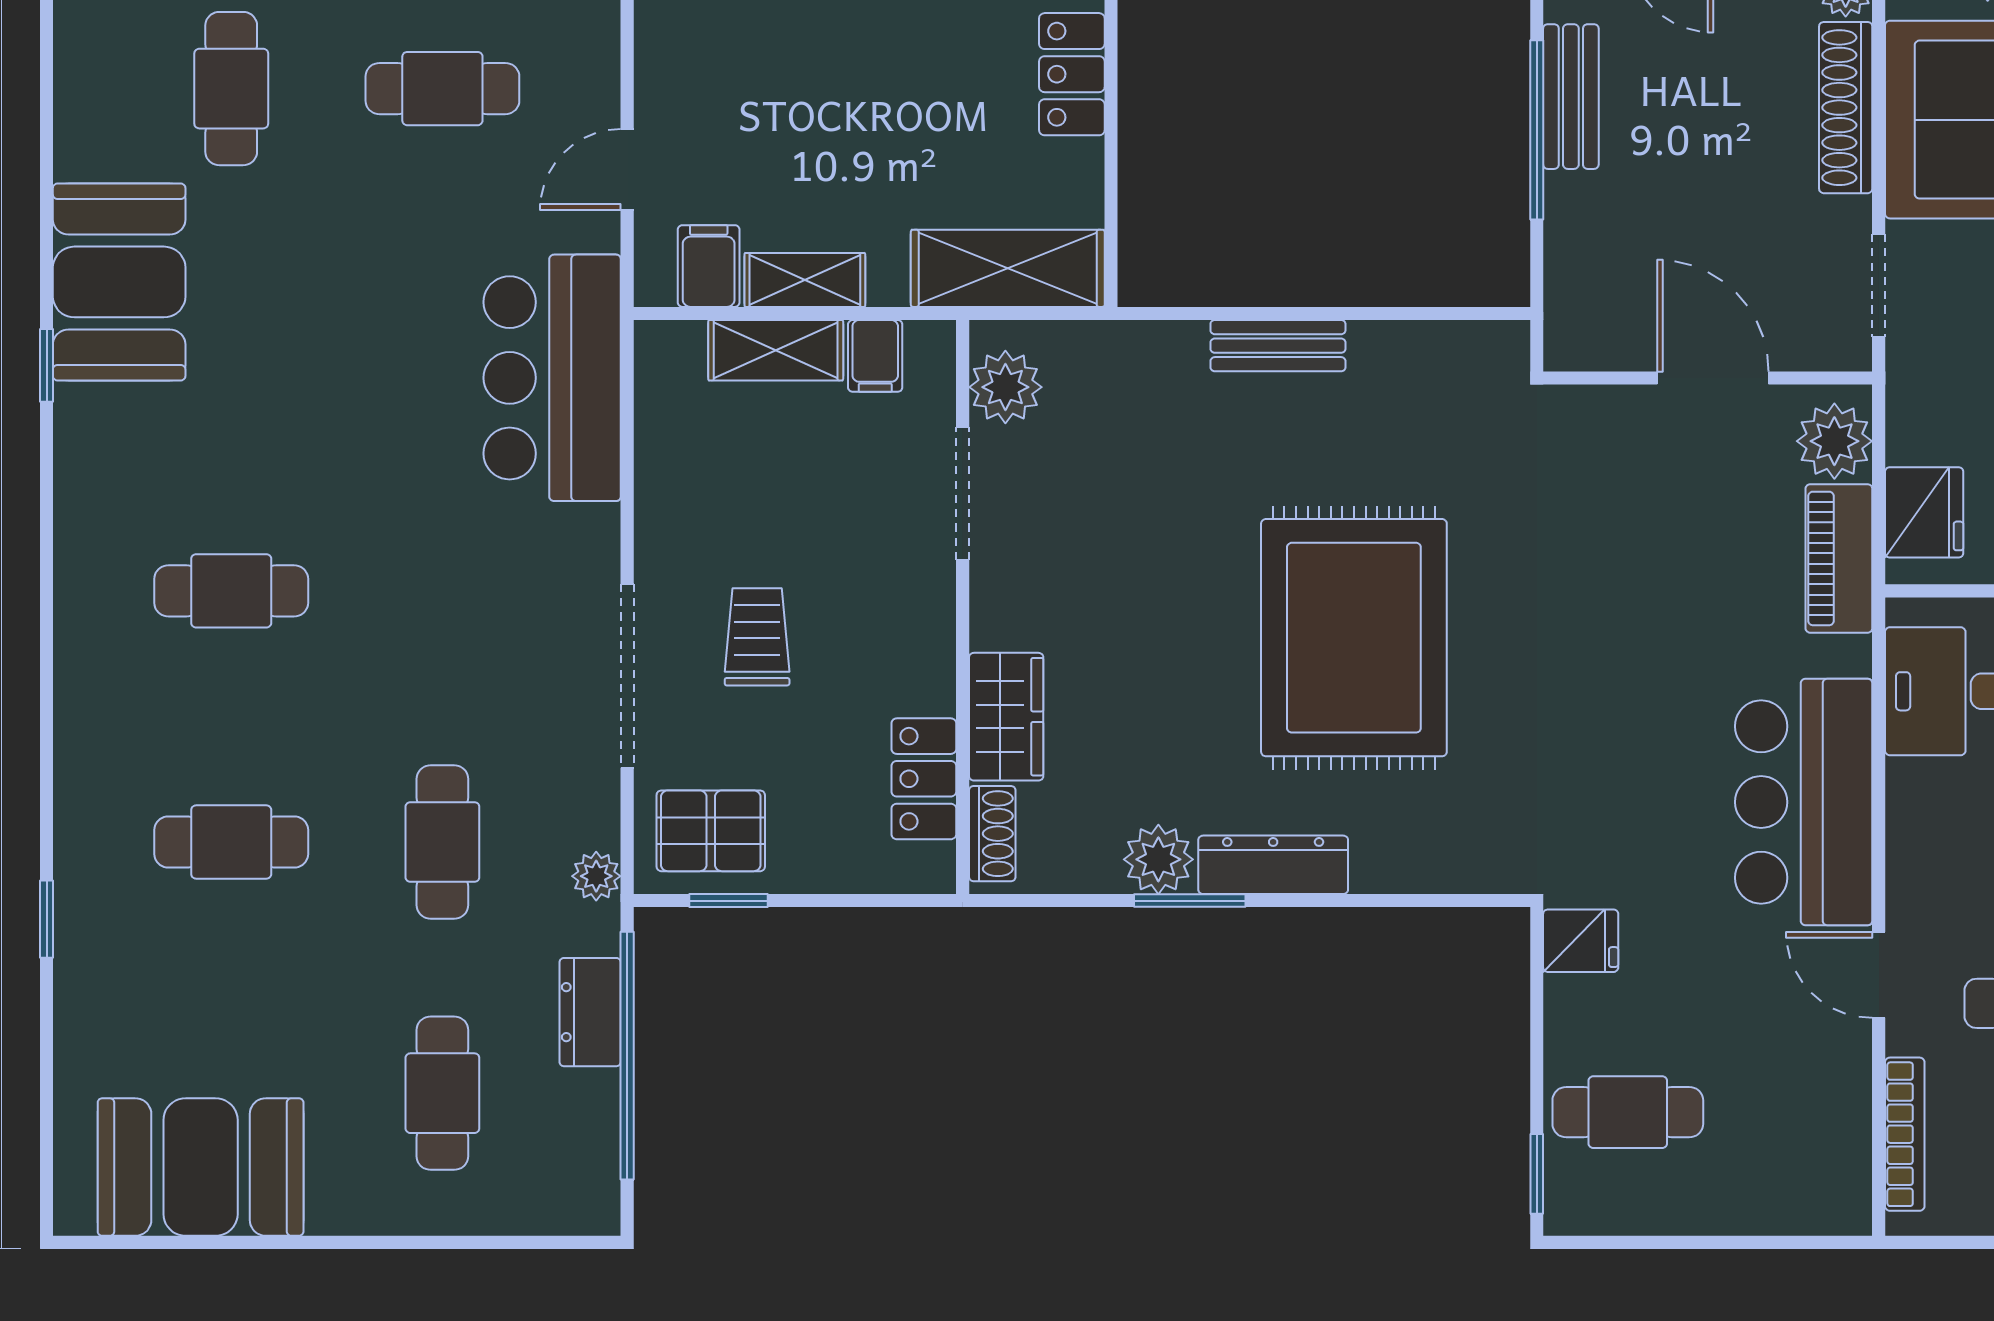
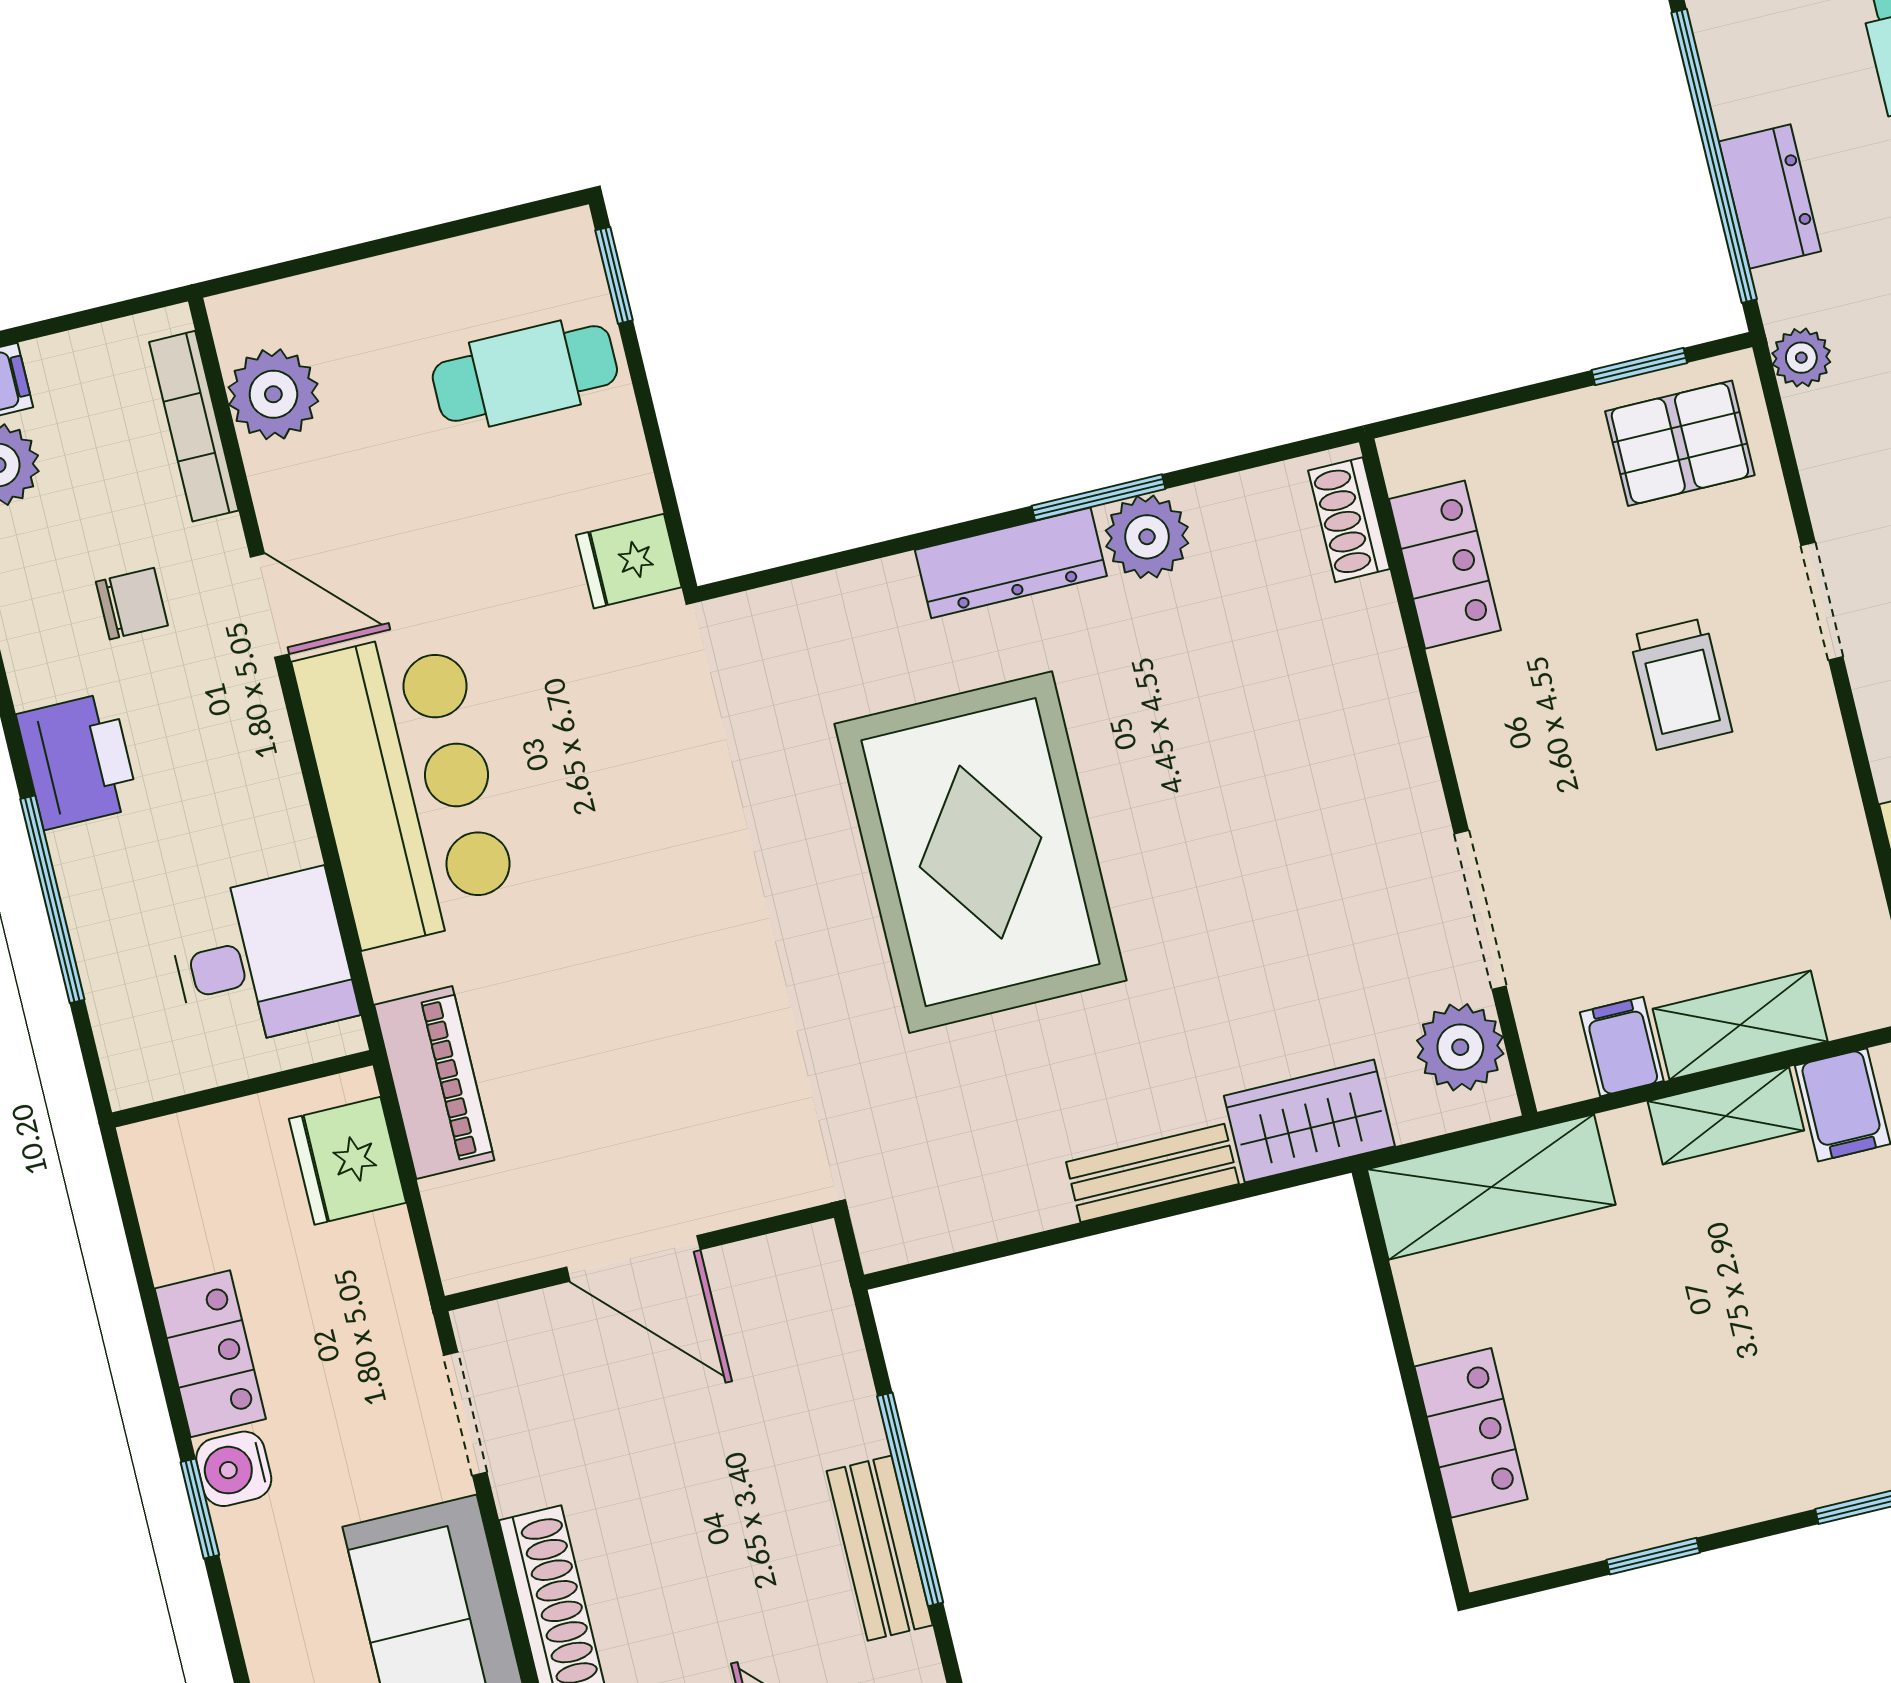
plant: (1834, 441) -> (273, 394), moved
doorway: (627, 676) -> (1822, 601), width x0.53
wardrobe: (1006, 717) -> (1309, 1121), moved, turned 90

